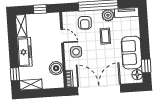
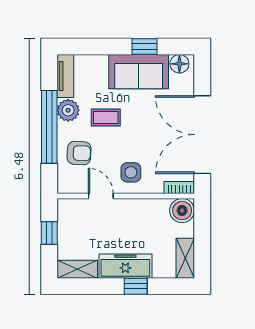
door: (62, 36) -> (101, 196), hinge flipped
window: (146, 66) -> (145, 46), moved
boiler: (56, 68) -> (182, 211), moved
window: (15, 74) -> (136, 286), moved

